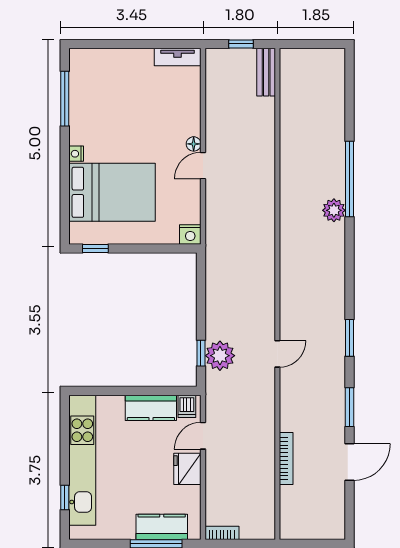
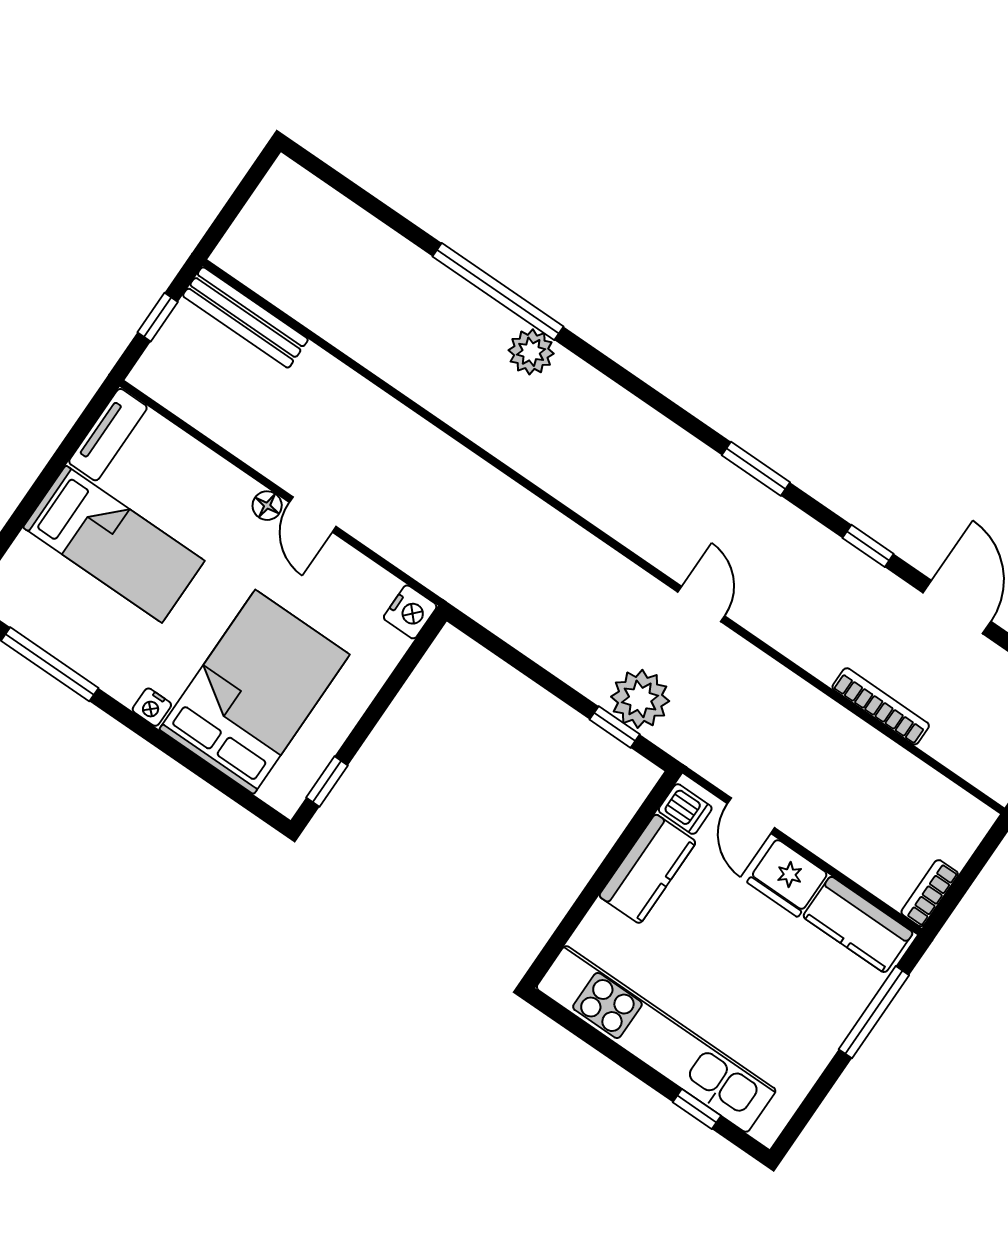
bench: (266, 72) -> (245, 317), width x1.36
bed: (133, 91) -> (114, 544), added
window: (350, 407) -> (868, 546), width x0.67
kitchen counter: (162, 527) -> (858, 925), moved, turned -90

